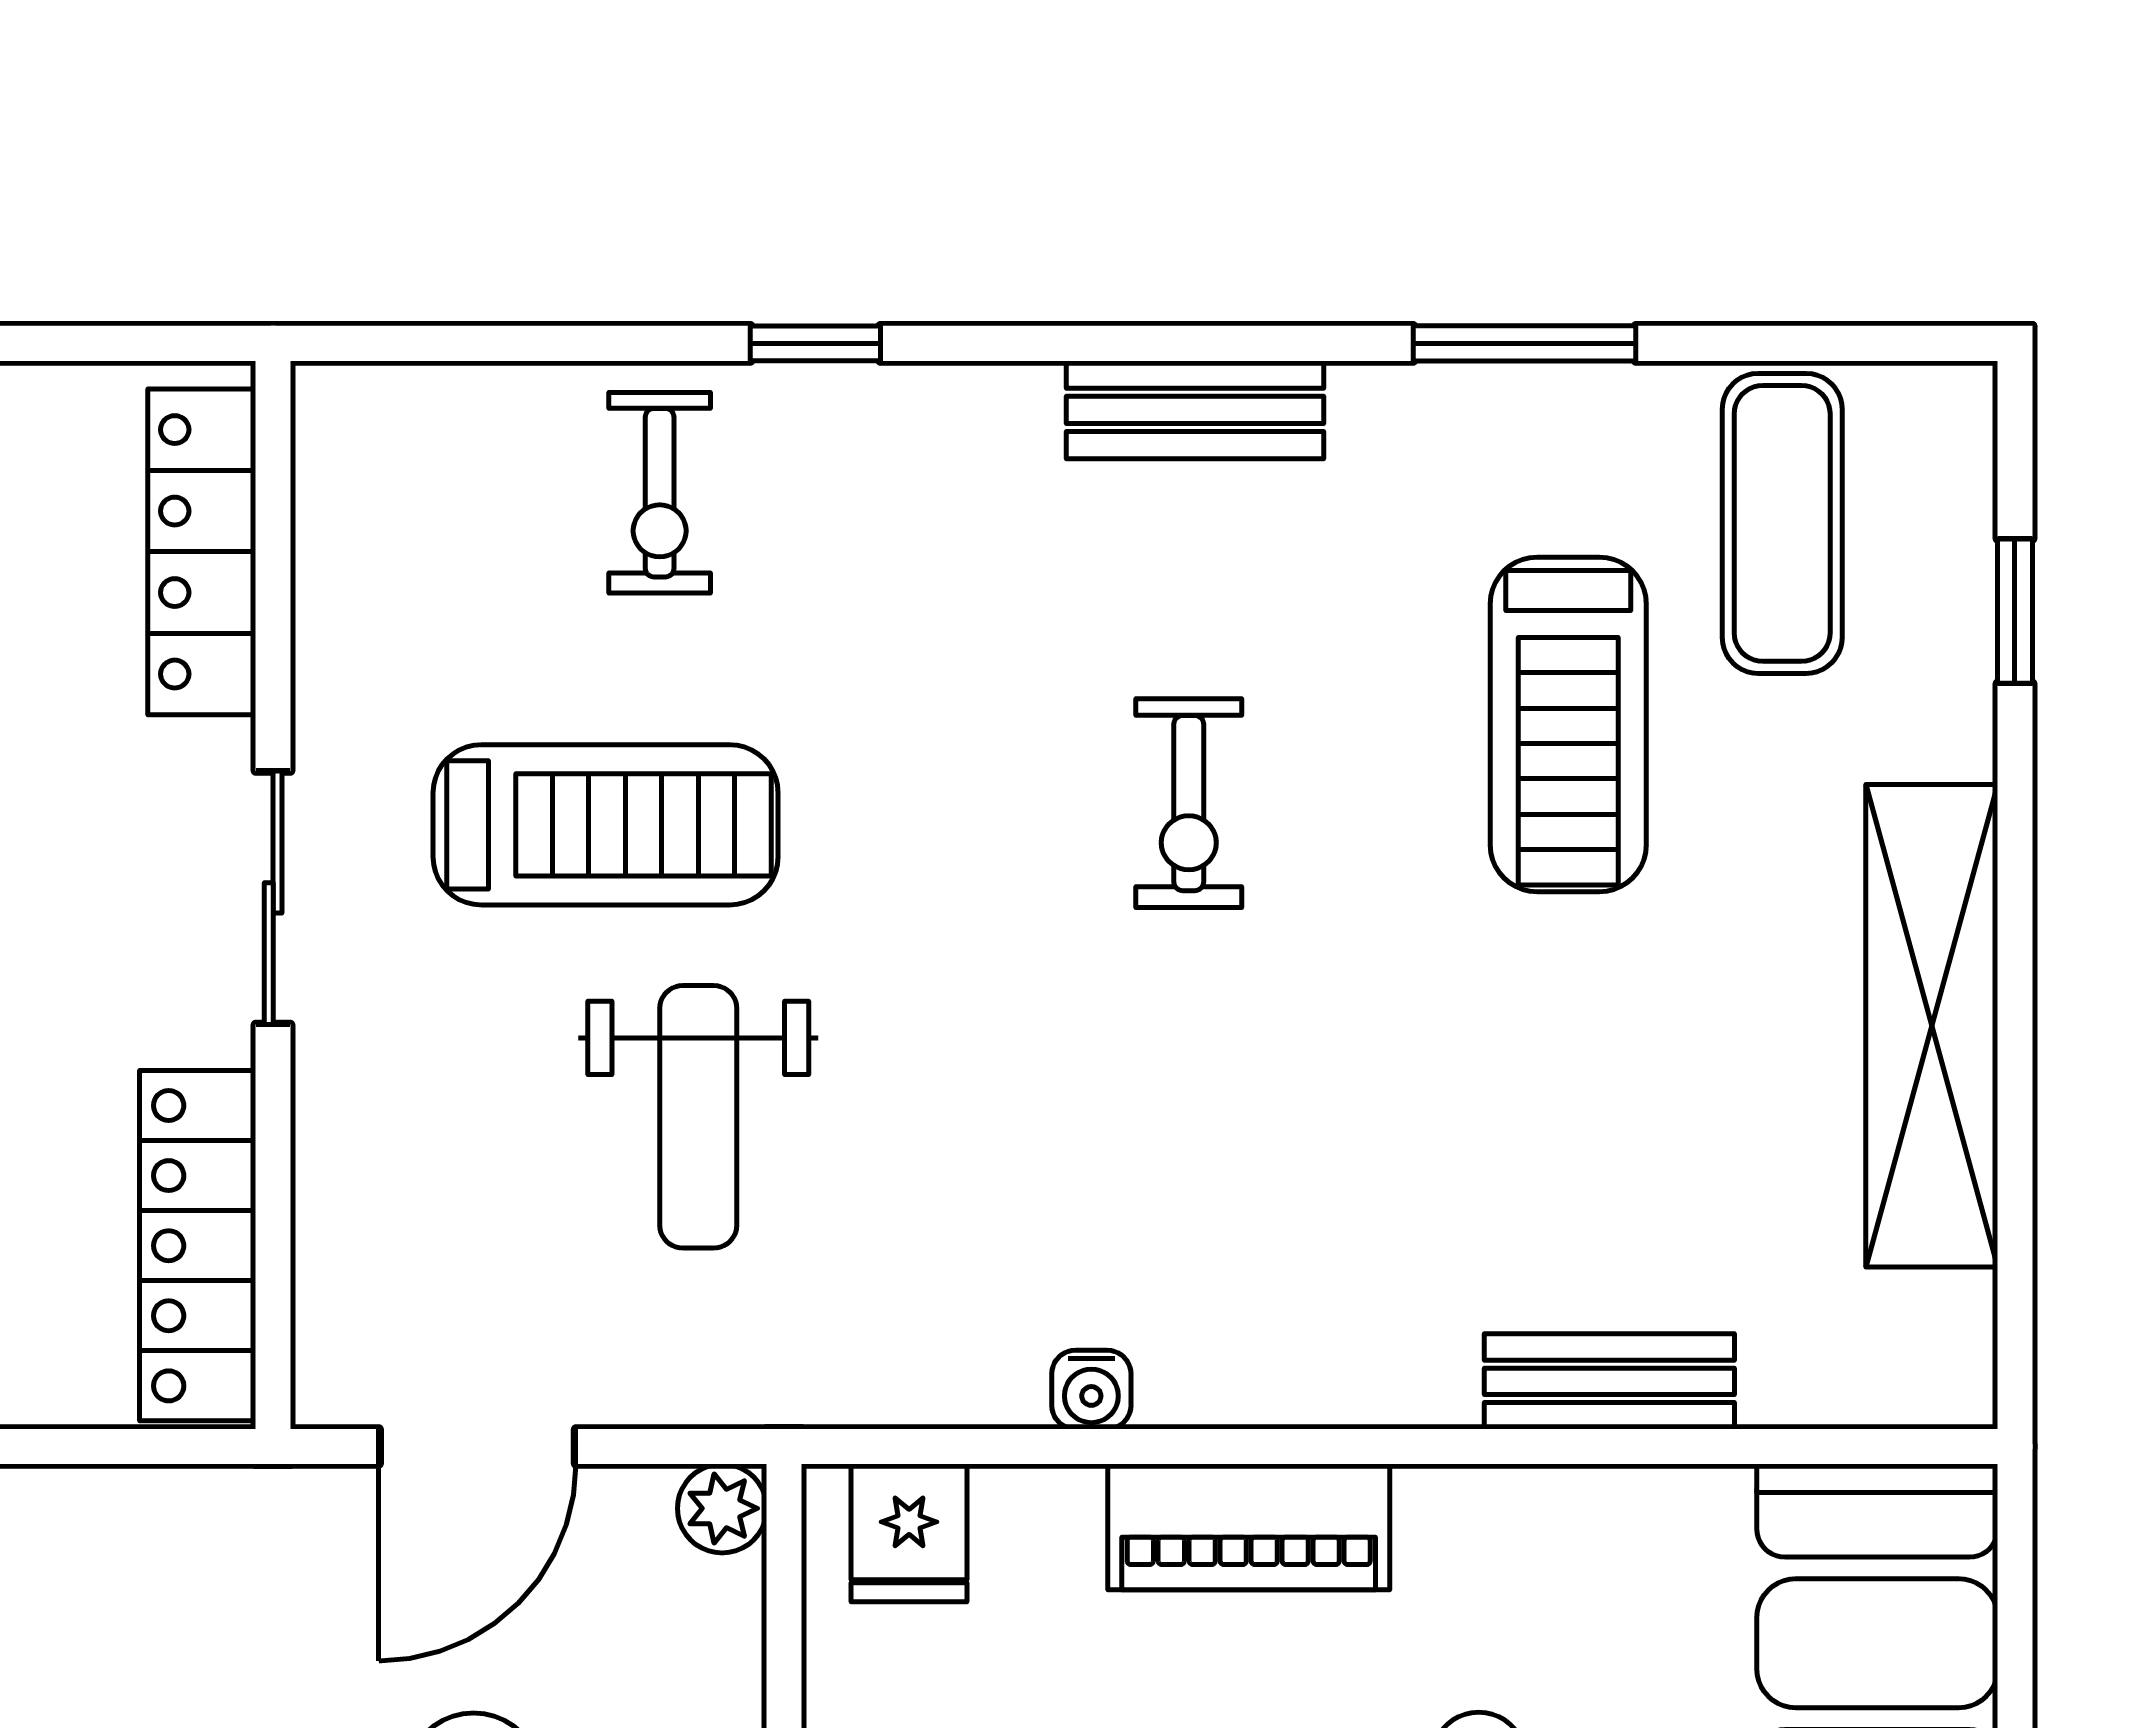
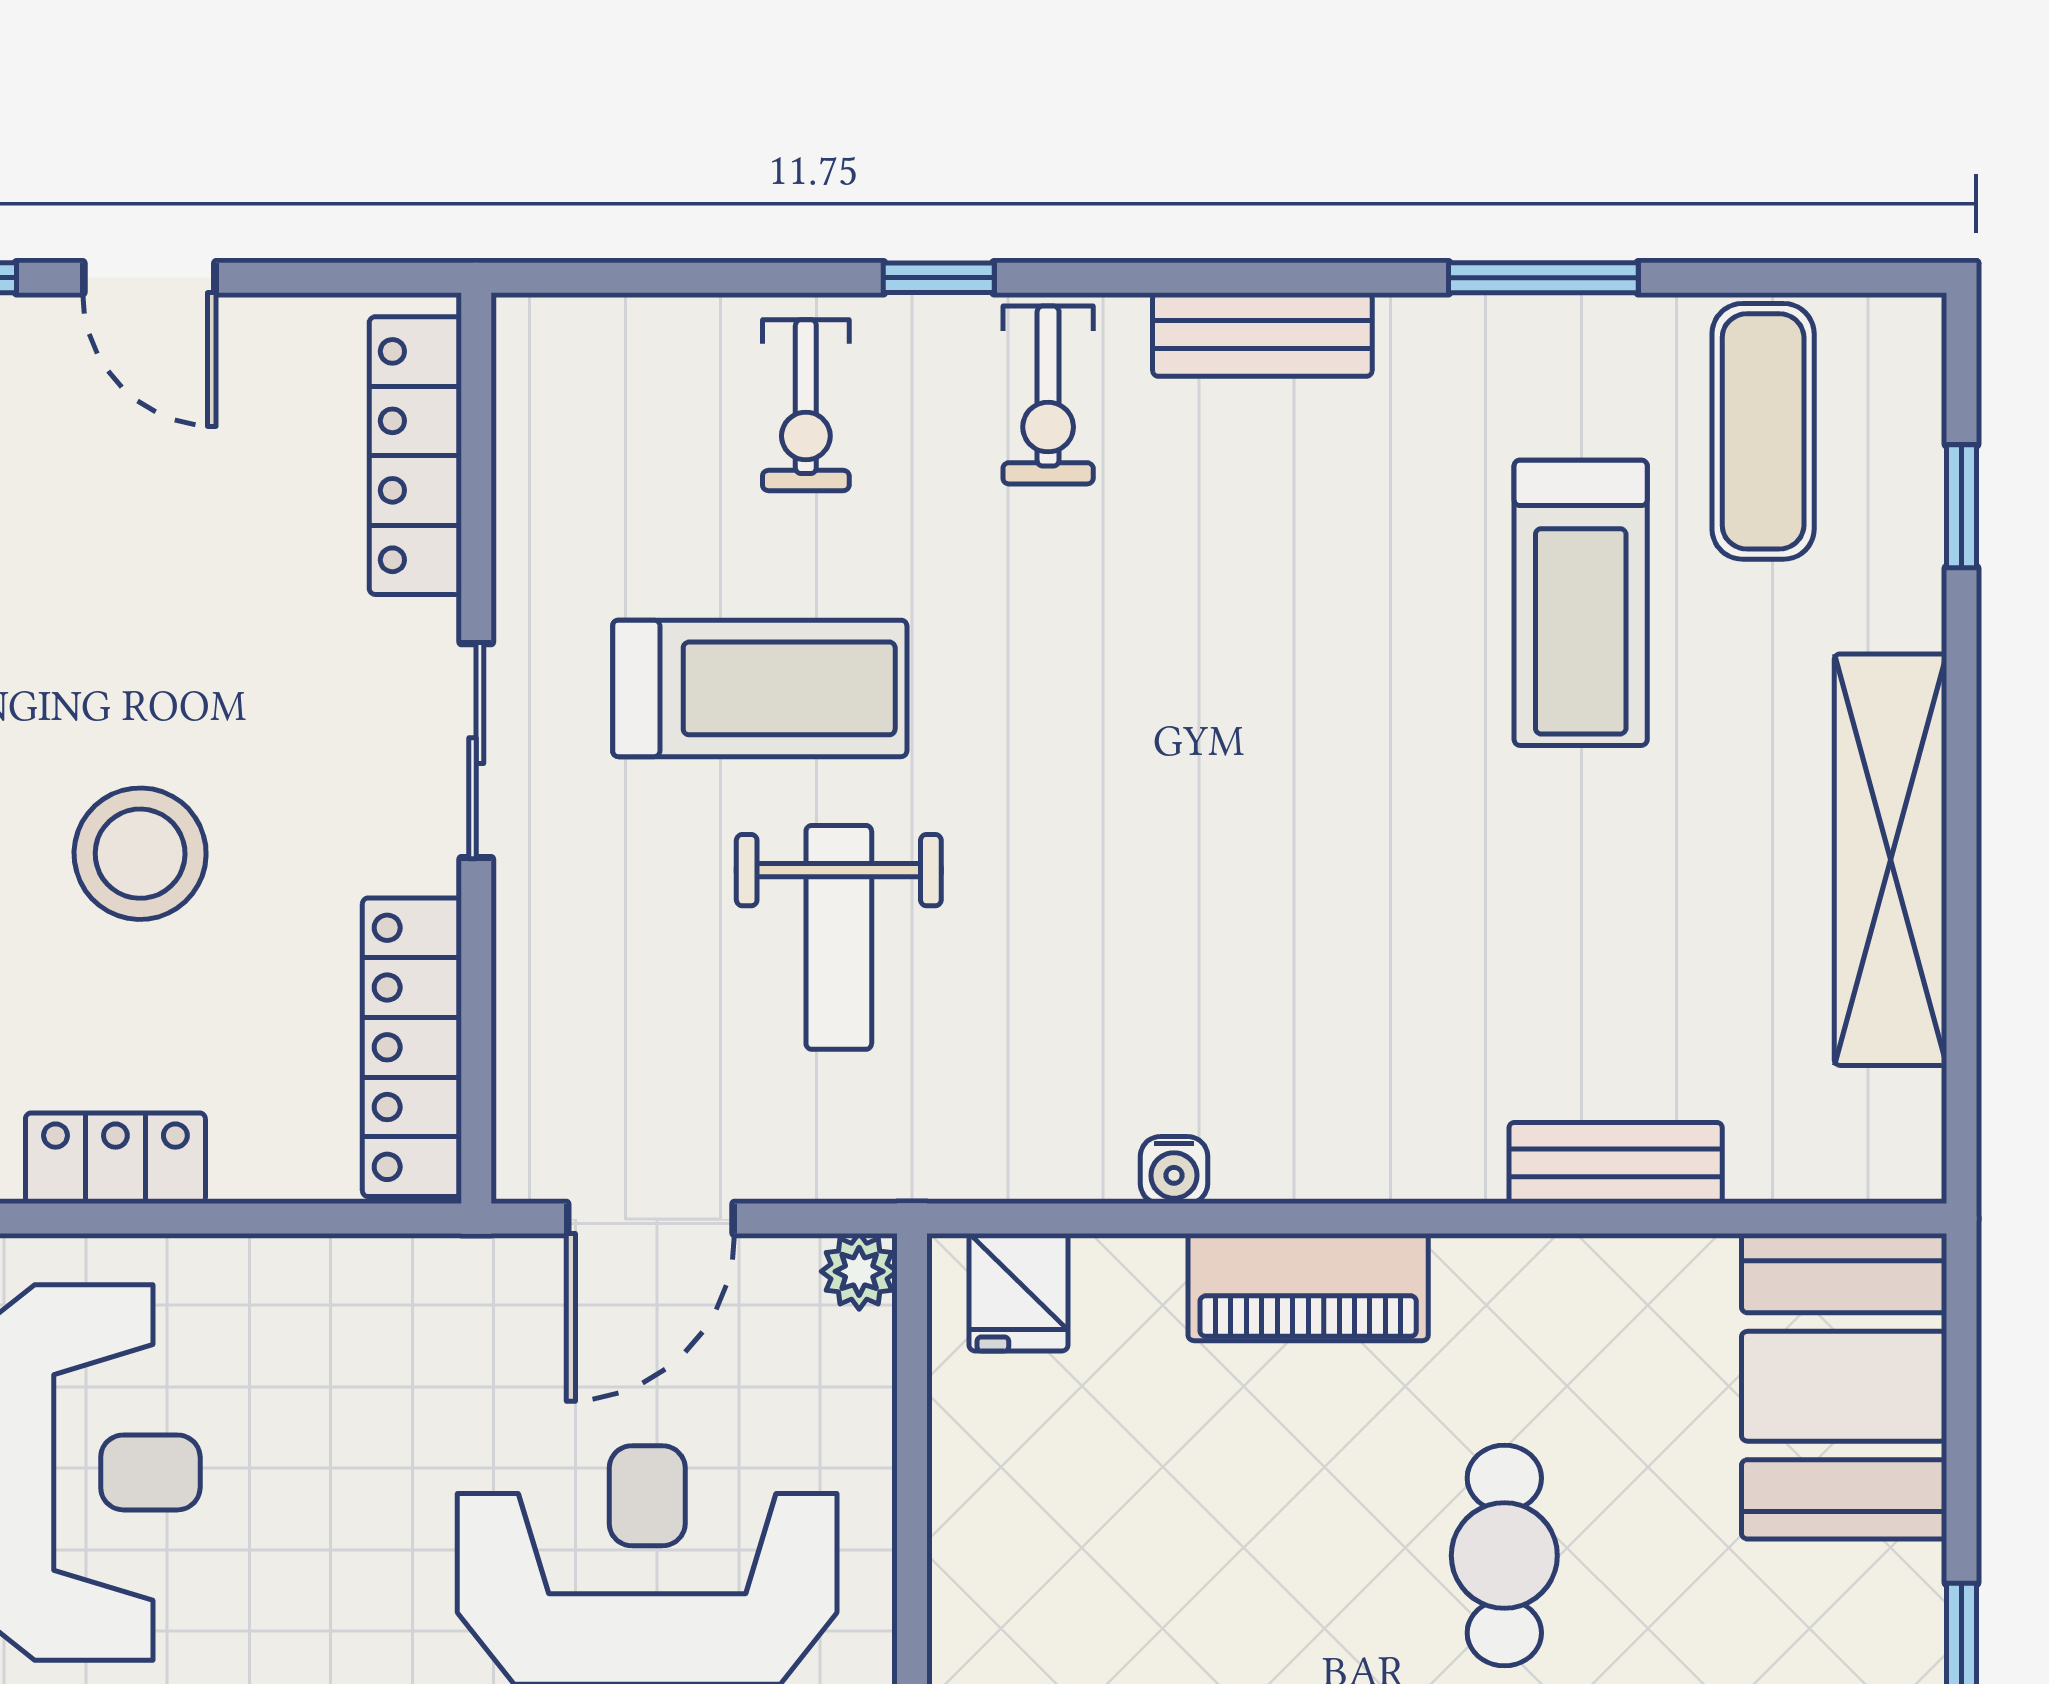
exercise bike: (1189, 803) -> (1048, 395), moved

